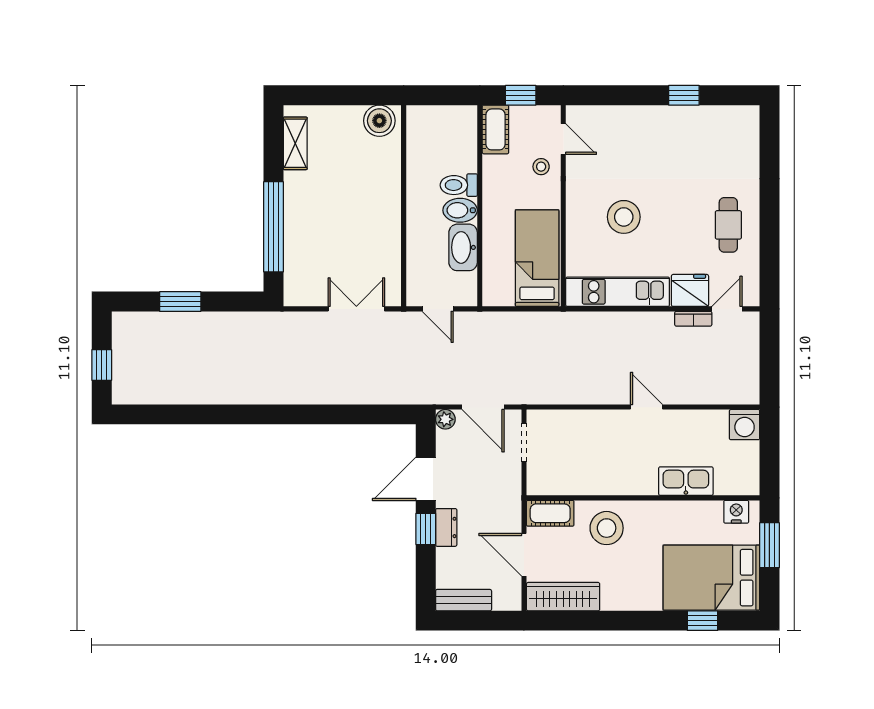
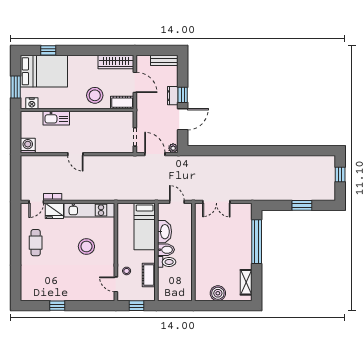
boiler: (379, 121) -> (218, 293), moved
cot: (495, 129) -> (149, 275), moved
bed: (537, 258) -> (145, 227), moved

